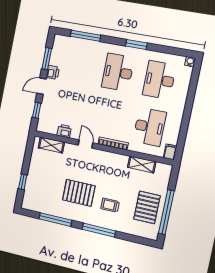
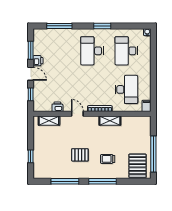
door: (41, 86) -> (31, 74), swing flipped
shelving: (142, 164) -> (110, 121), moved
pallet: (79, 193) -> (80, 155), width x0.67, depth x0.71
pallet: (147, 207) -> (137, 166), moved

